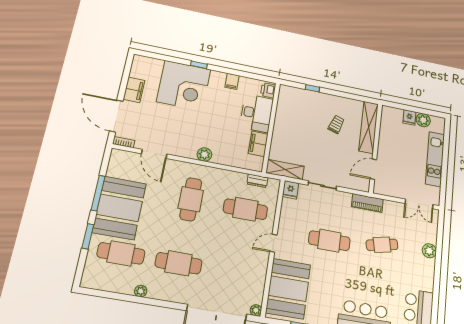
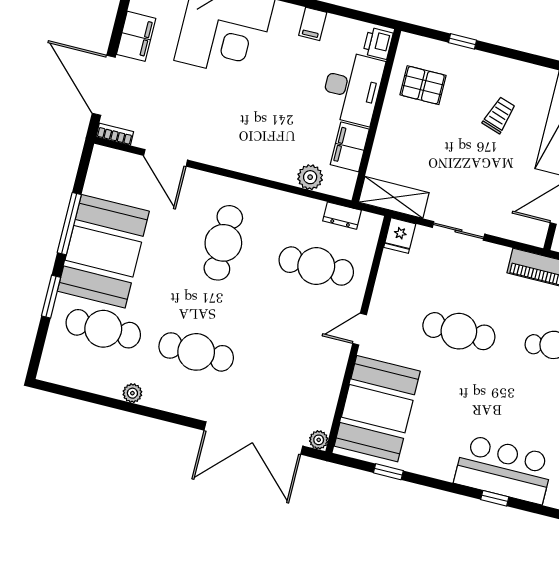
pallet: (294, 111) -> (423, 85), added
plant: (204, 154) -> (310, 177), moved

